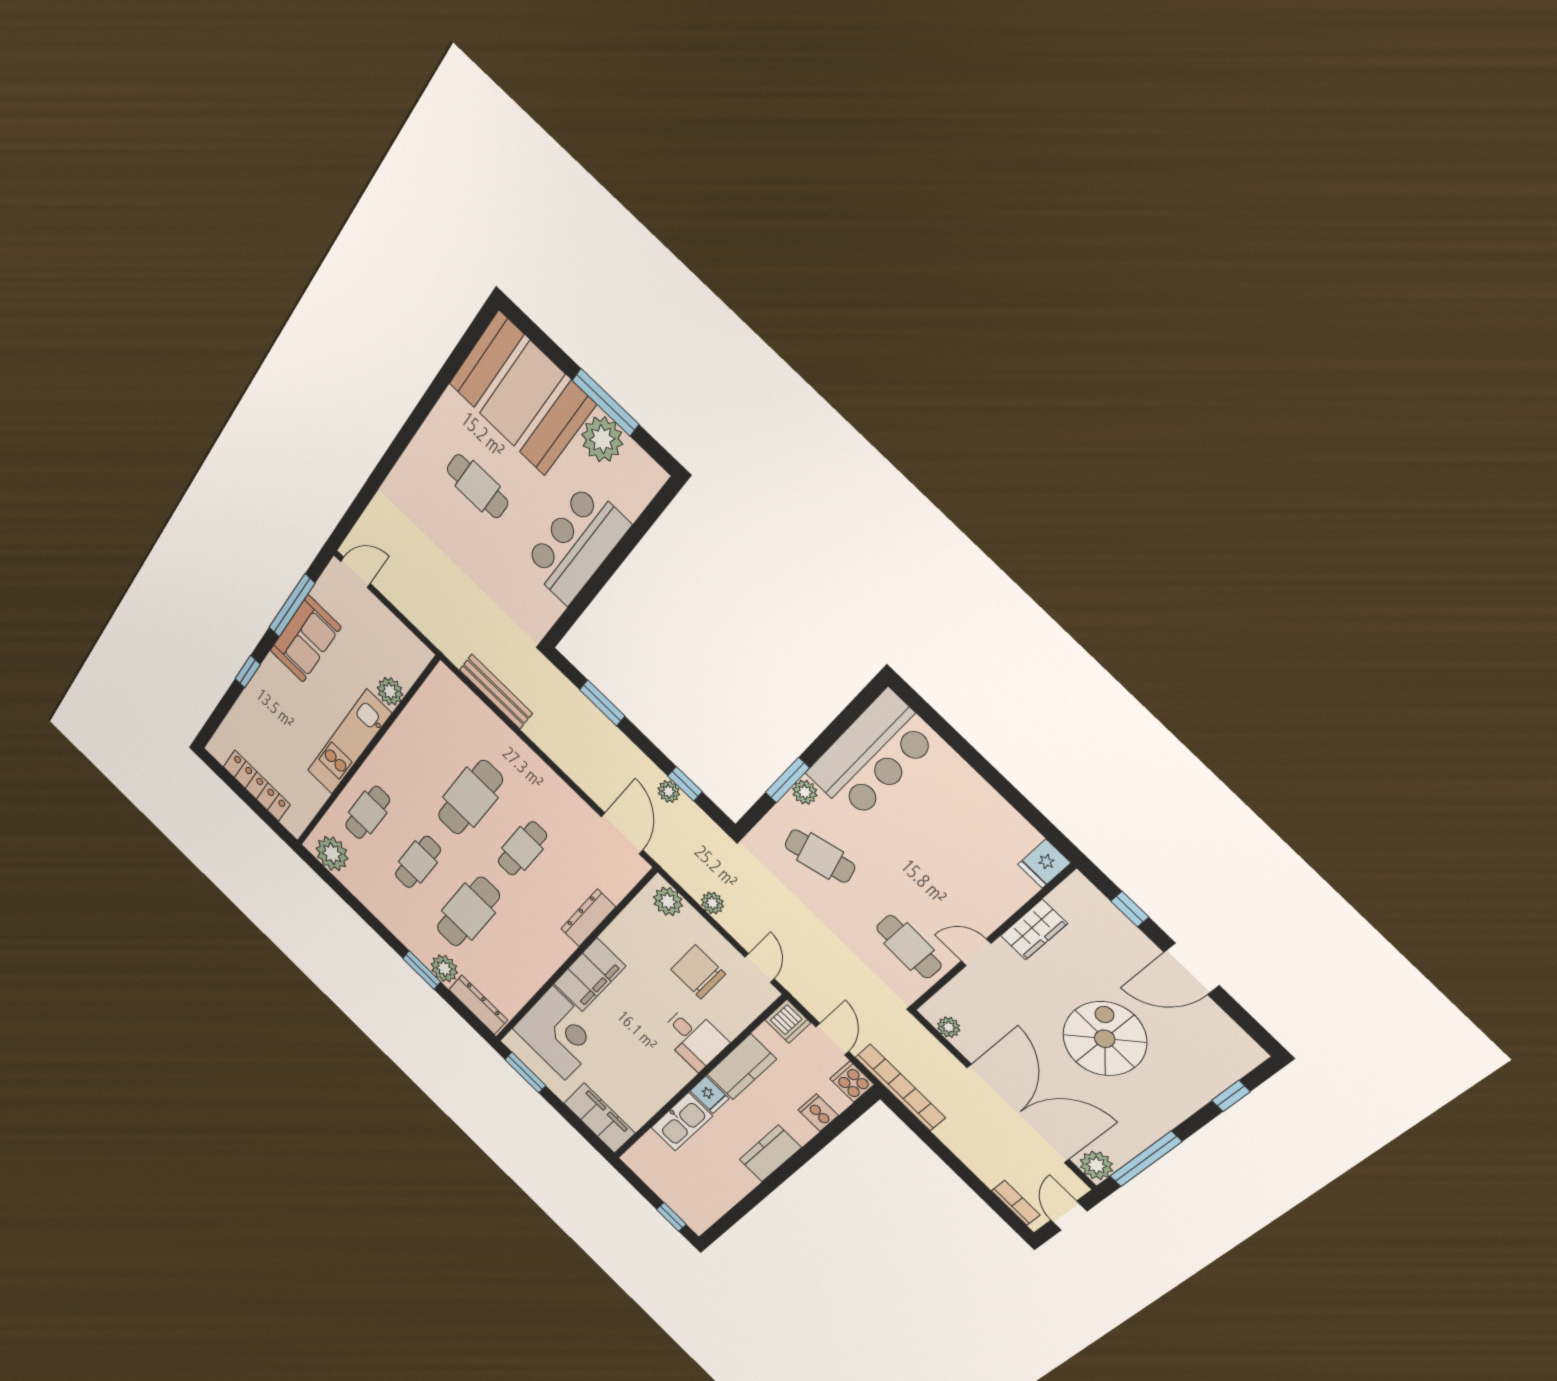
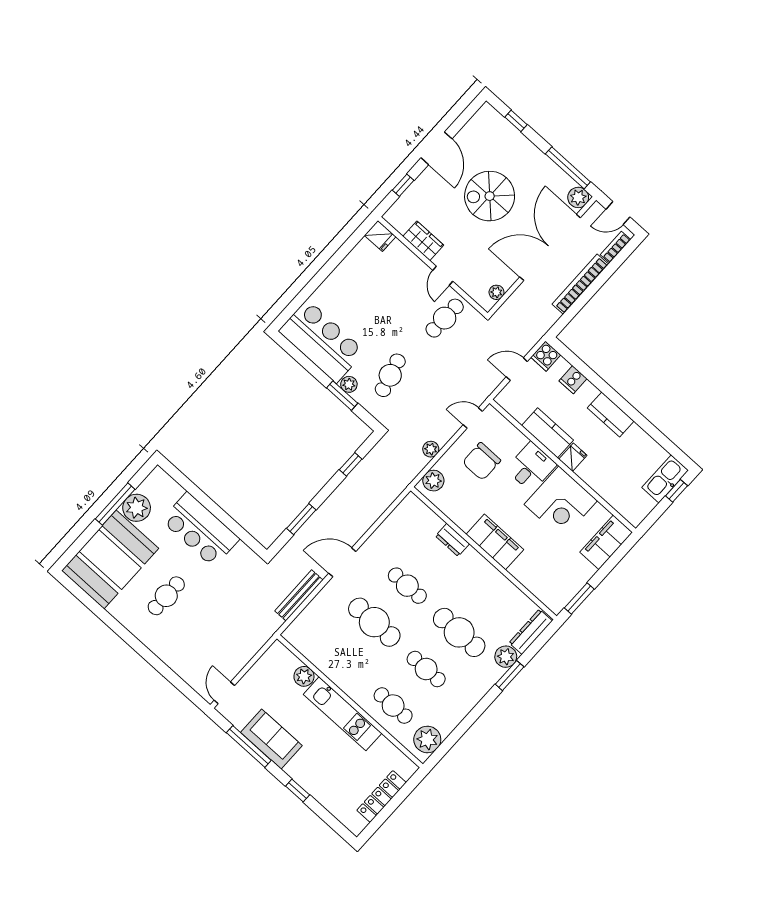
plant: (669, 791) -> (357, 476), removed
door: (622, 833) -> (342, 562), moved
dresser: (588, 918) -> (452, 540), width x0.70
dishwasher: (788, 1021) -> (509, 399), removed
corner desk: (559, 1033) -> (561, 502), moved, turned 180
bookcase: (900, 1087) -> (580, 284), moved
kitchen sink: (682, 1122) -> (665, 479), moved, turned -90

